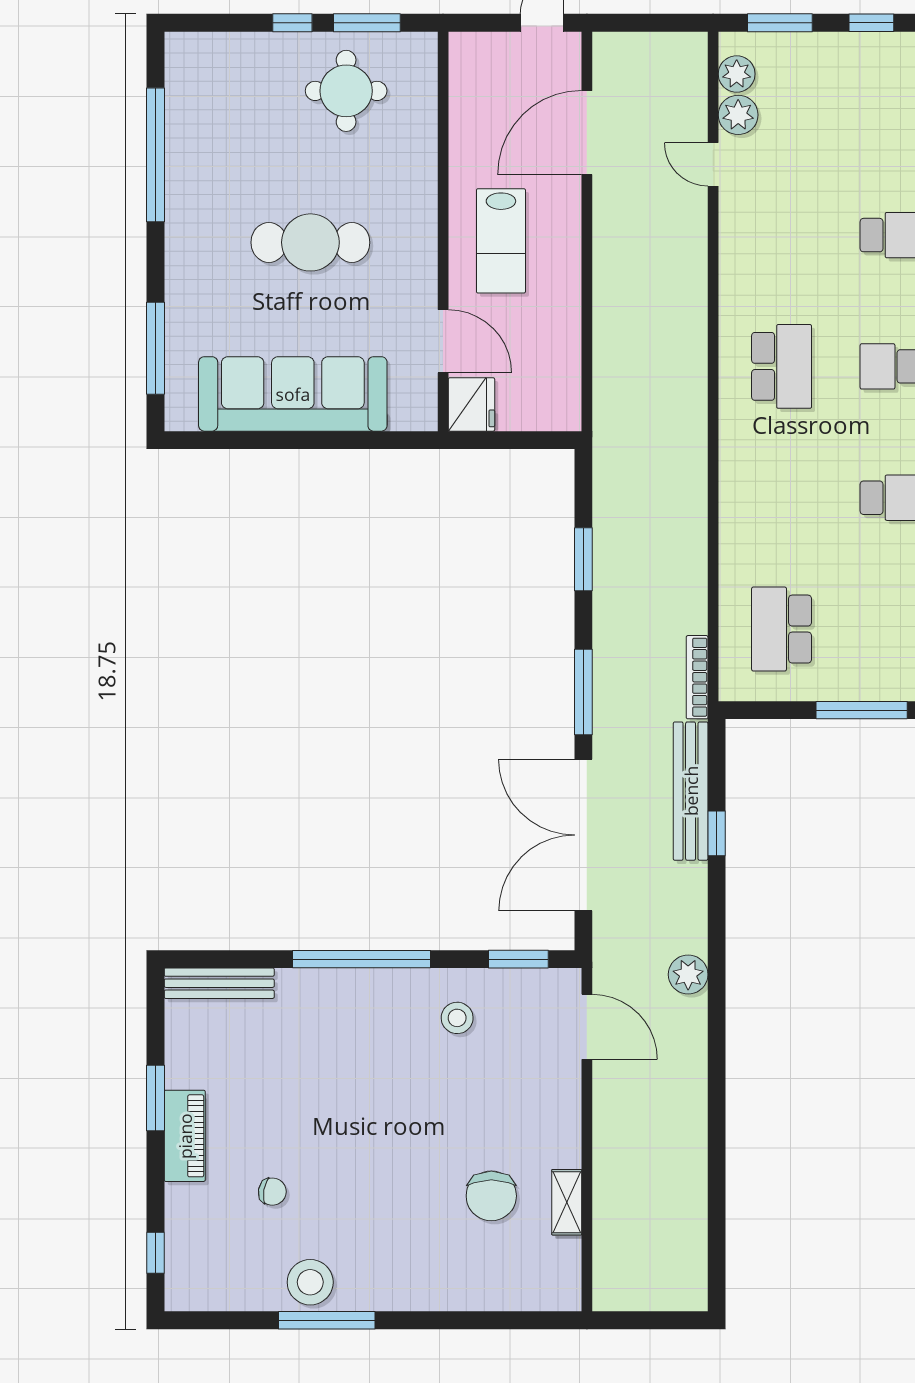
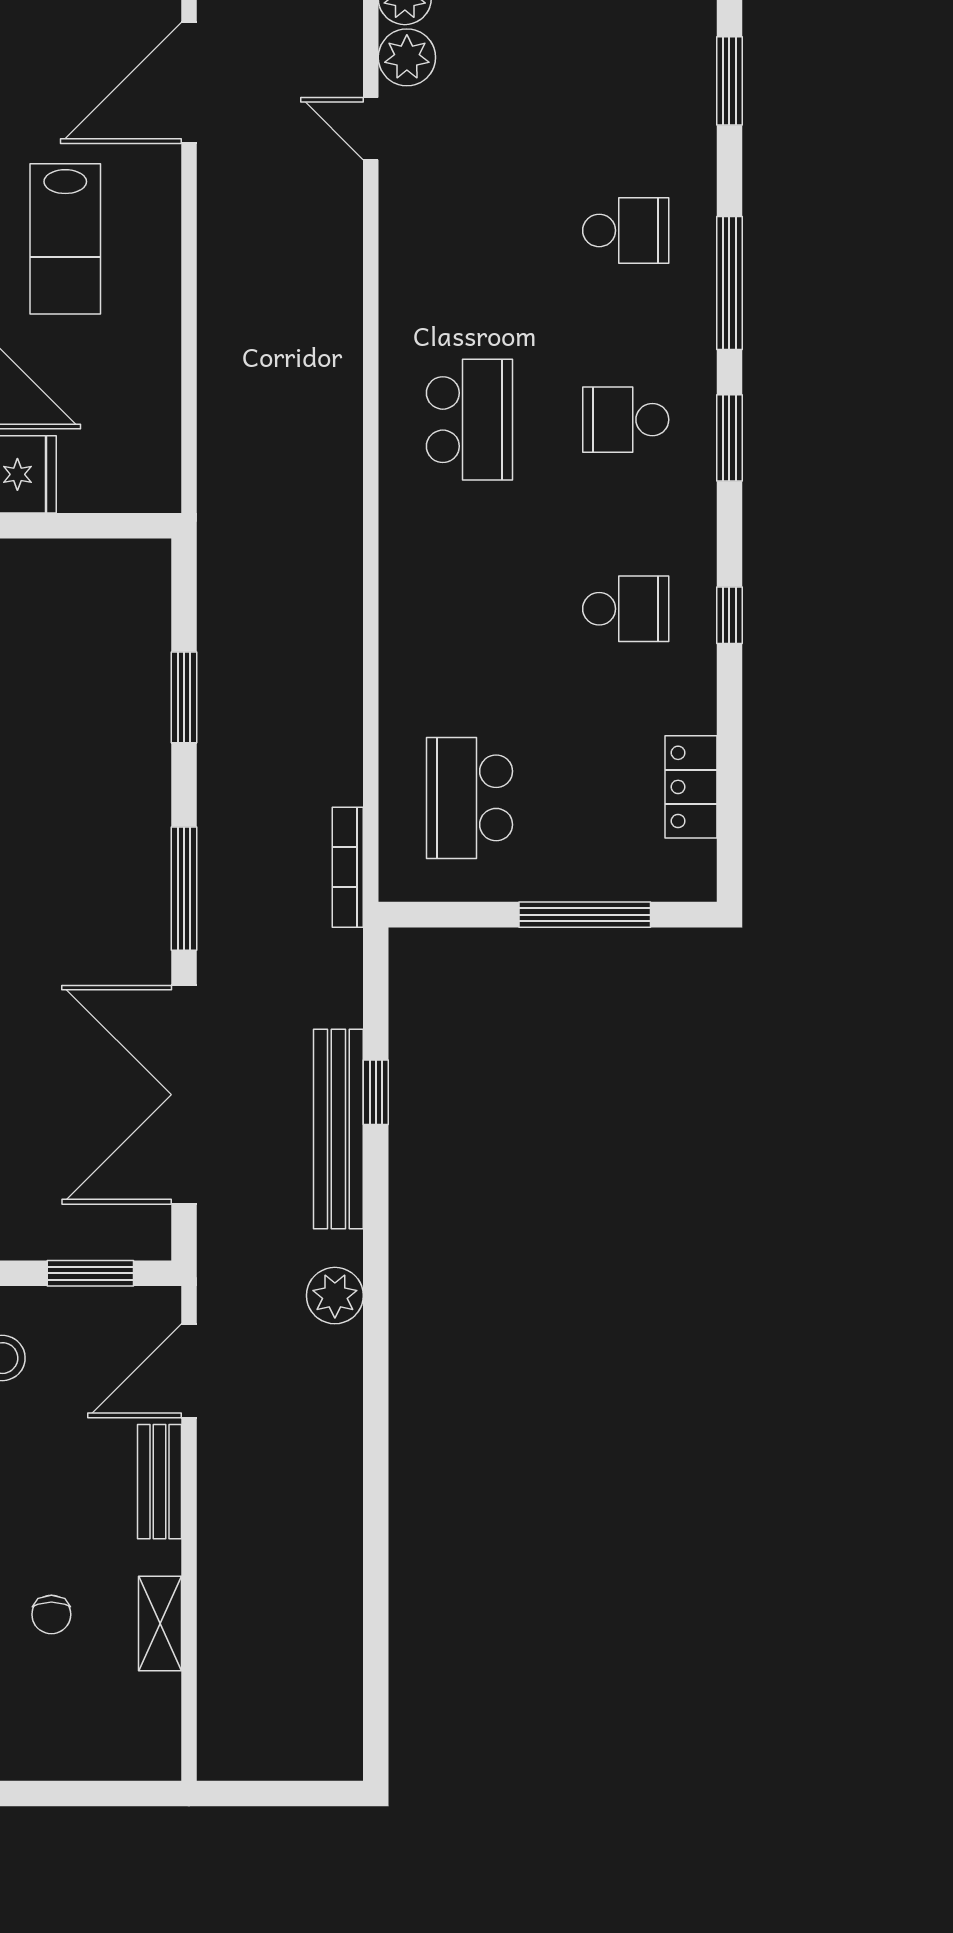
bench: (691, 791) -> (338, 1129), moved
door: (587, 1027) -> (189, 1371), swing flipped
bench: (566, 1104) -> (159, 1482), added
chair: (491, 1196) -> (51, 1614), width x0.54, depth x0.54

